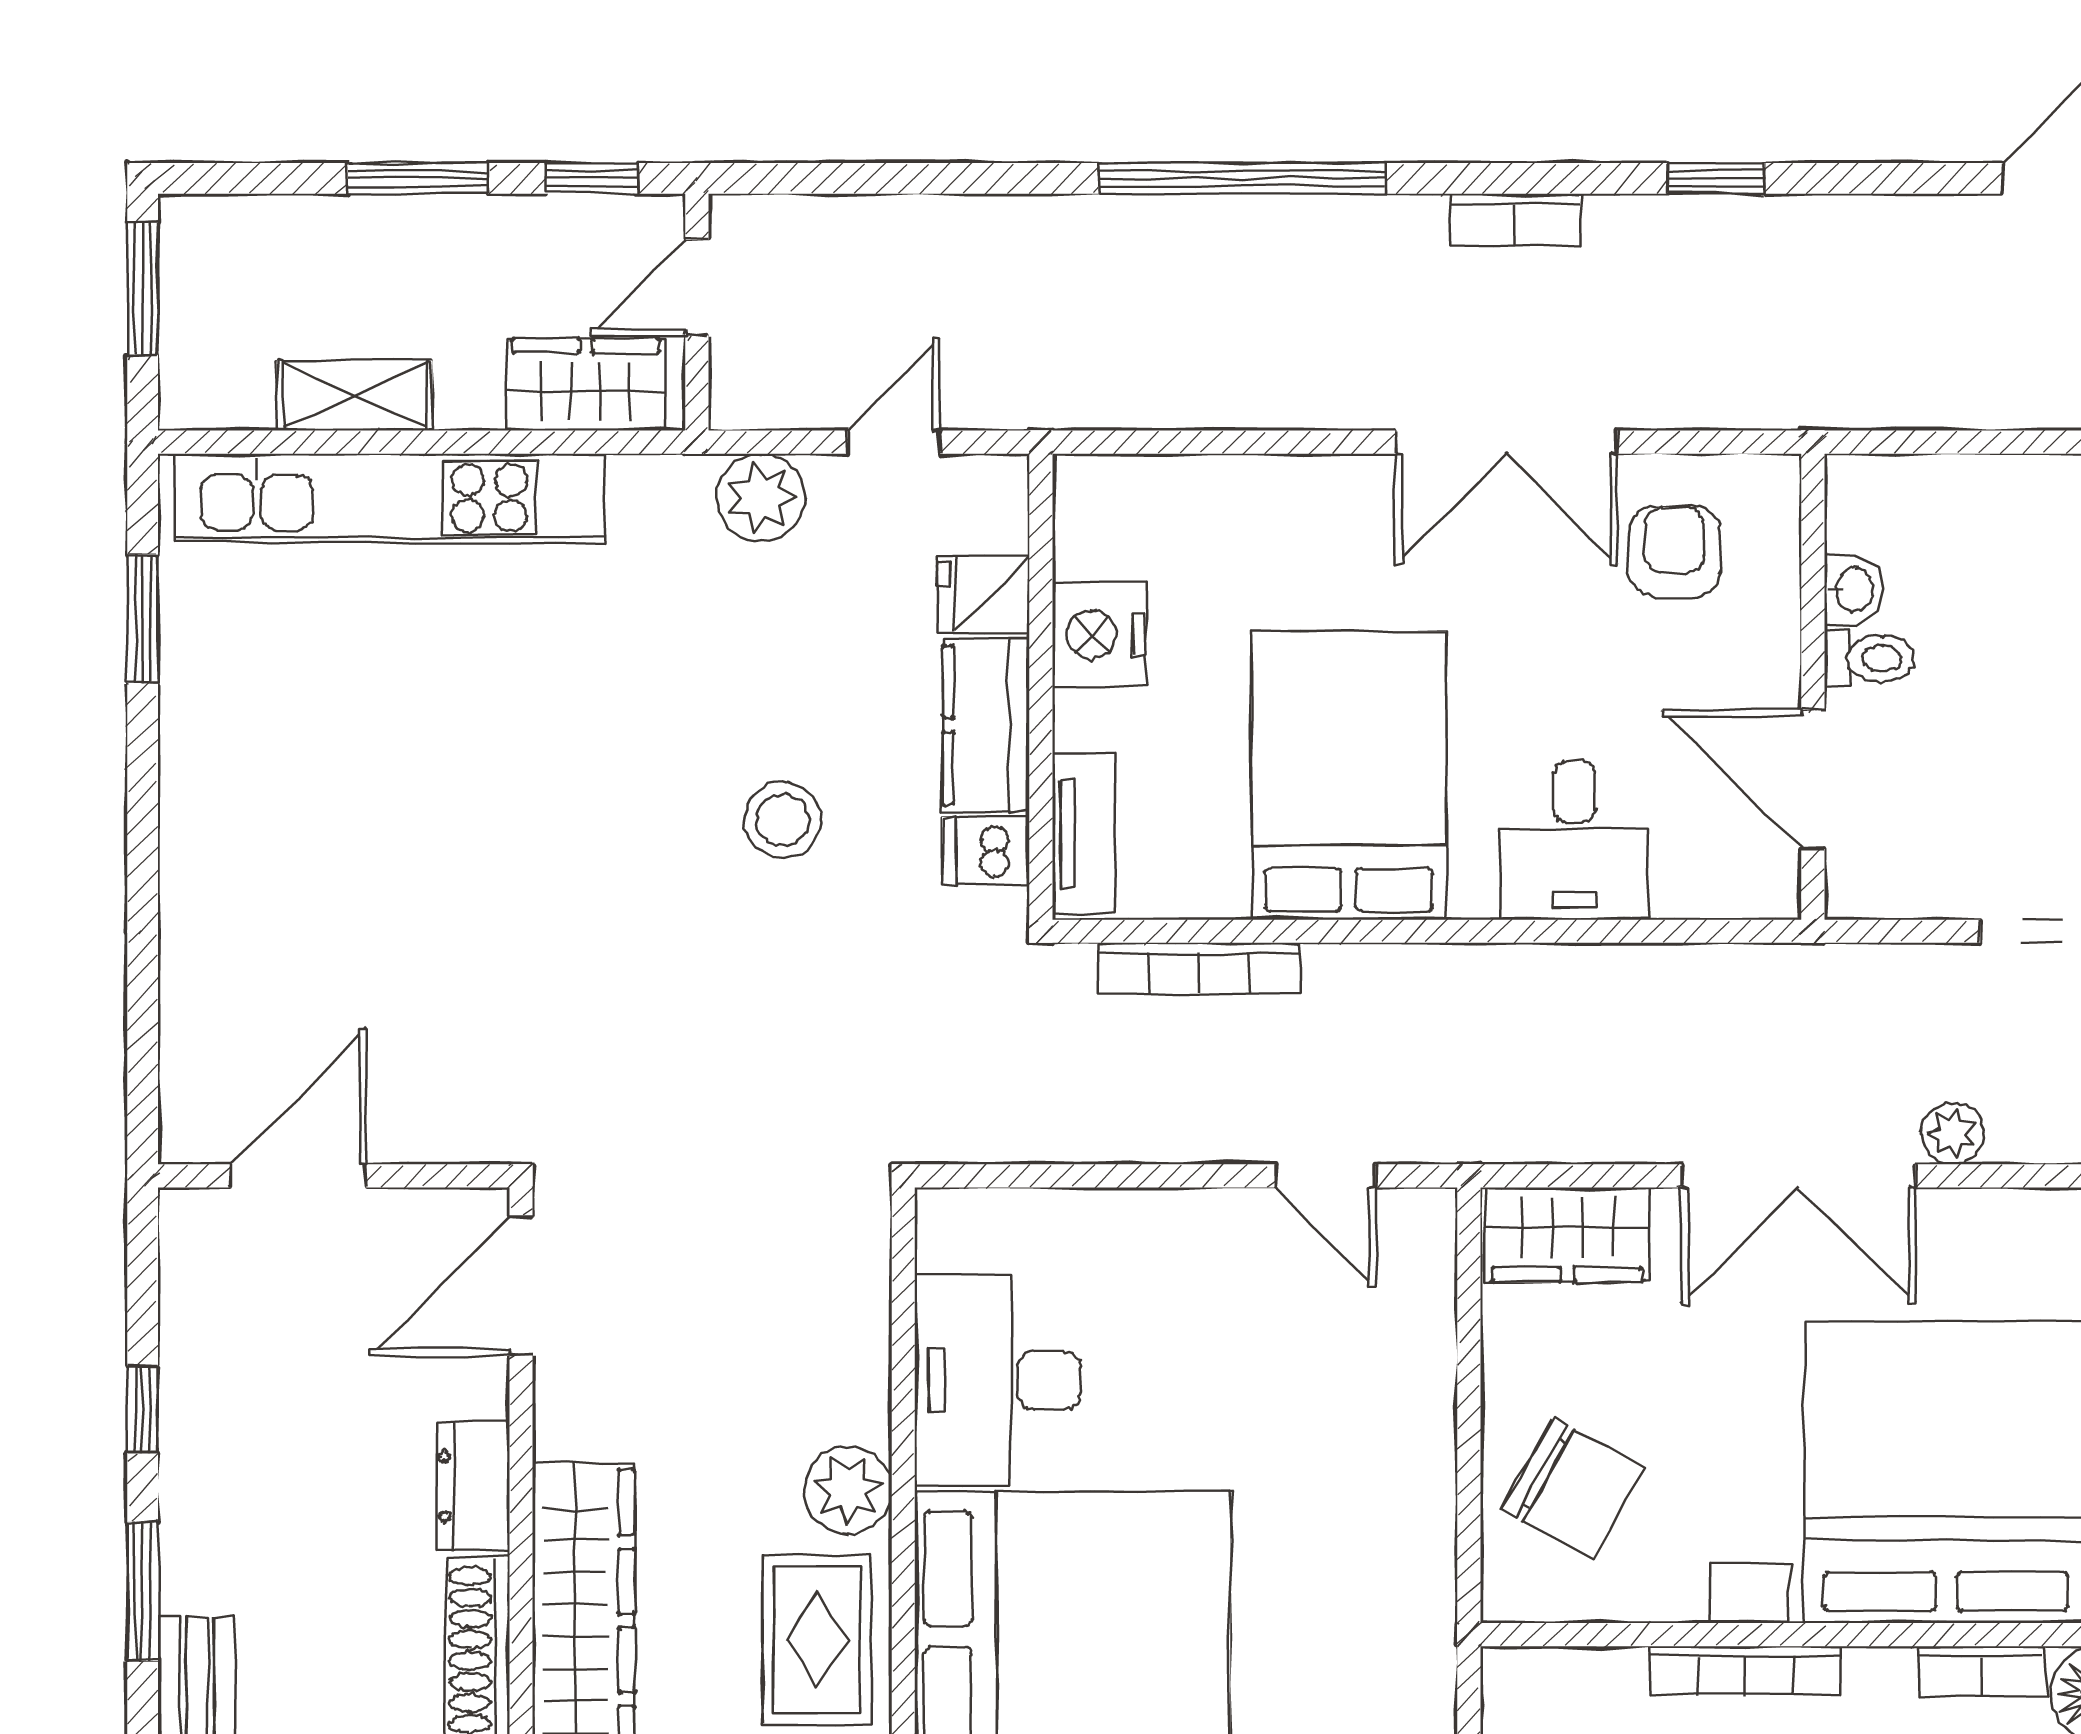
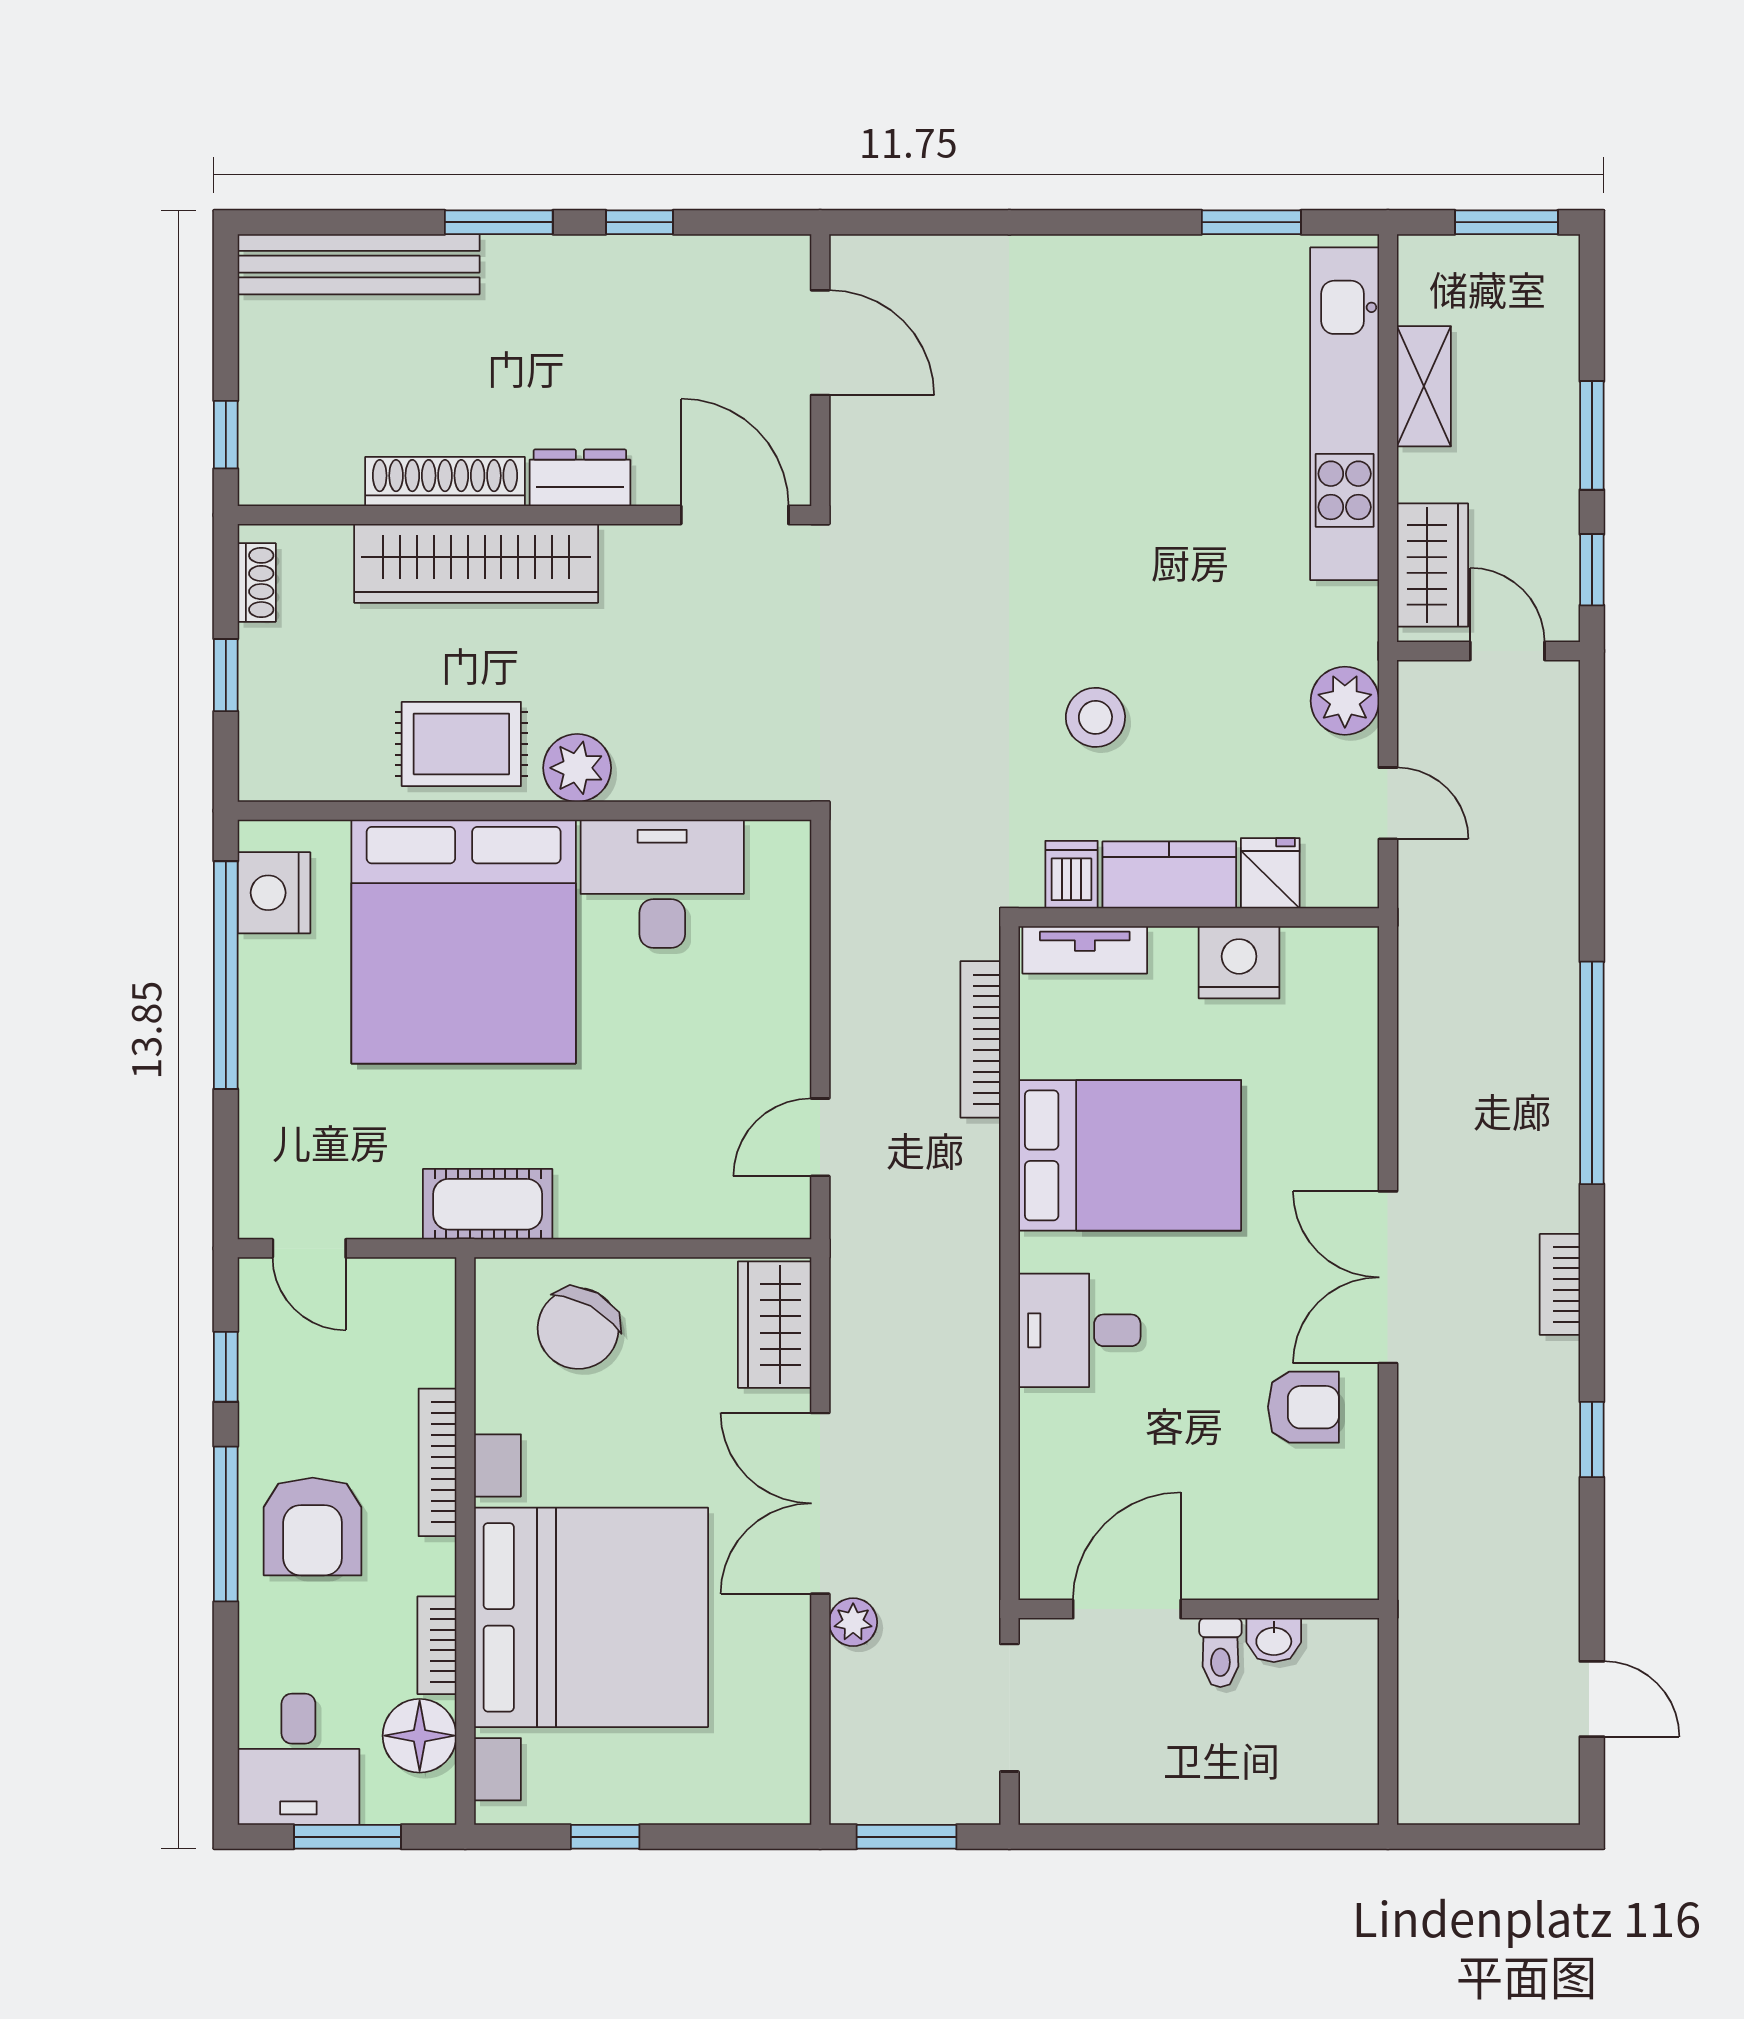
washbasin: (1853, 589) -> (1274, 1640), moved
toilet: (1869, 658) -> (1220, 1653), moved
wall: (1813, 687) -> (1199, 1609), moved
door: (1813, 779) -> (1127, 1609), moved
cot: (1412, 1606) -> (488, 1204), added

